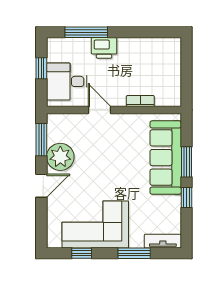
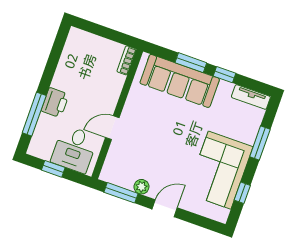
bookcase: (140, 101) -> (127, 60), moved
plant: (60, 157) -> (141, 187), width x0.53, depth x0.53
door: (41, 186) -> (165, 208), hinge flipped
tv unit: (163, 241) -> (251, 97), moved, turned -90

